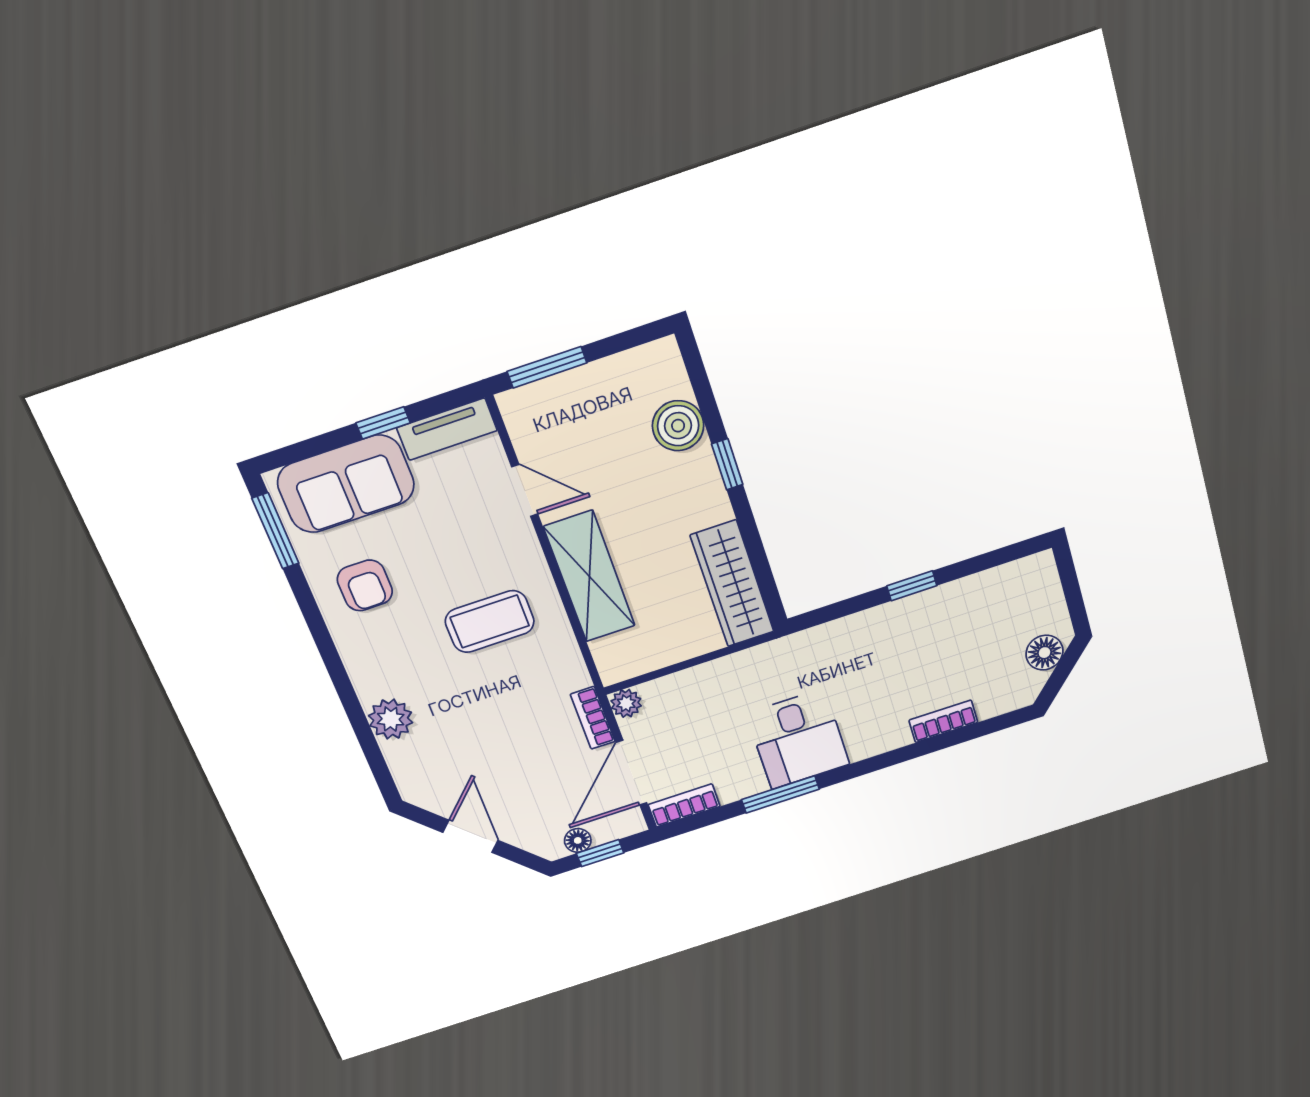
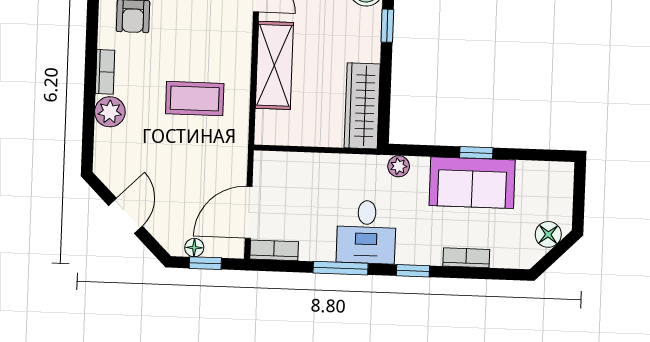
coffee table: (490, 622) -> (195, 99), moved
sofa: (919, 626) -> (472, 183), added
plant: (626, 703) -> (399, 166), moved
bookcase: (593, 718) -> (105, 72), moved, turned 180
window: (877, 763) -> (413, 271), added

